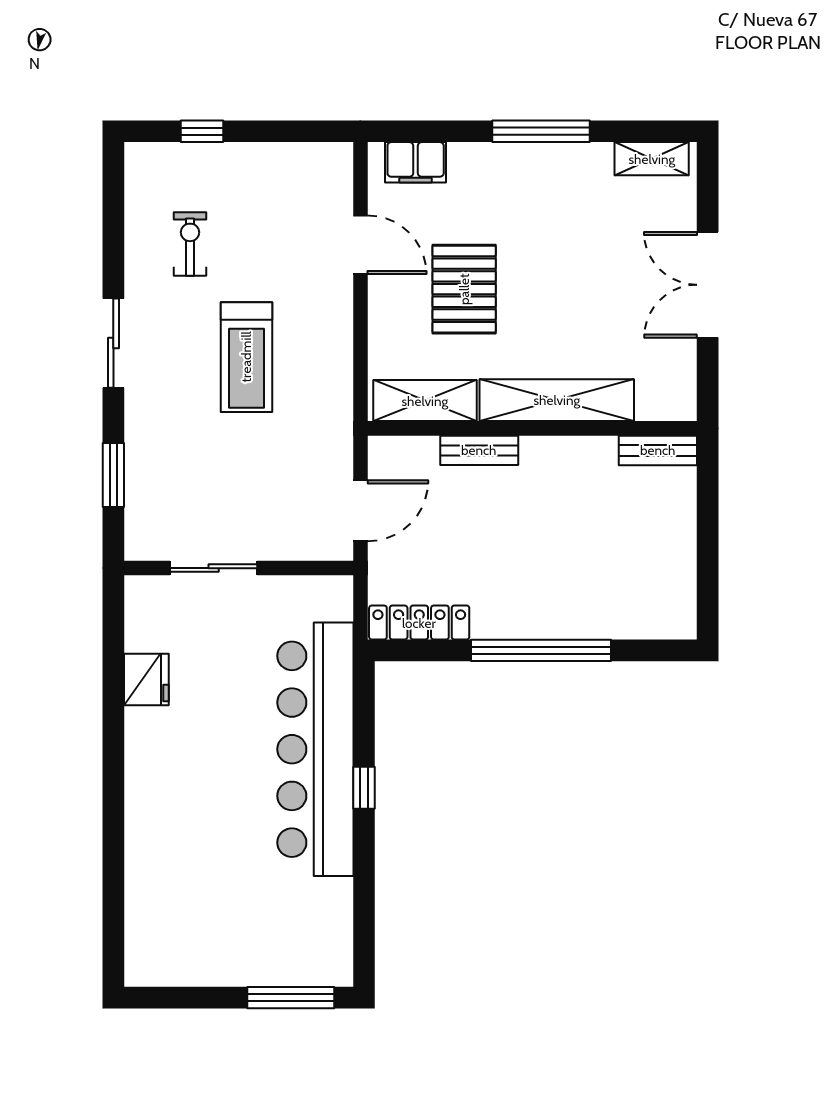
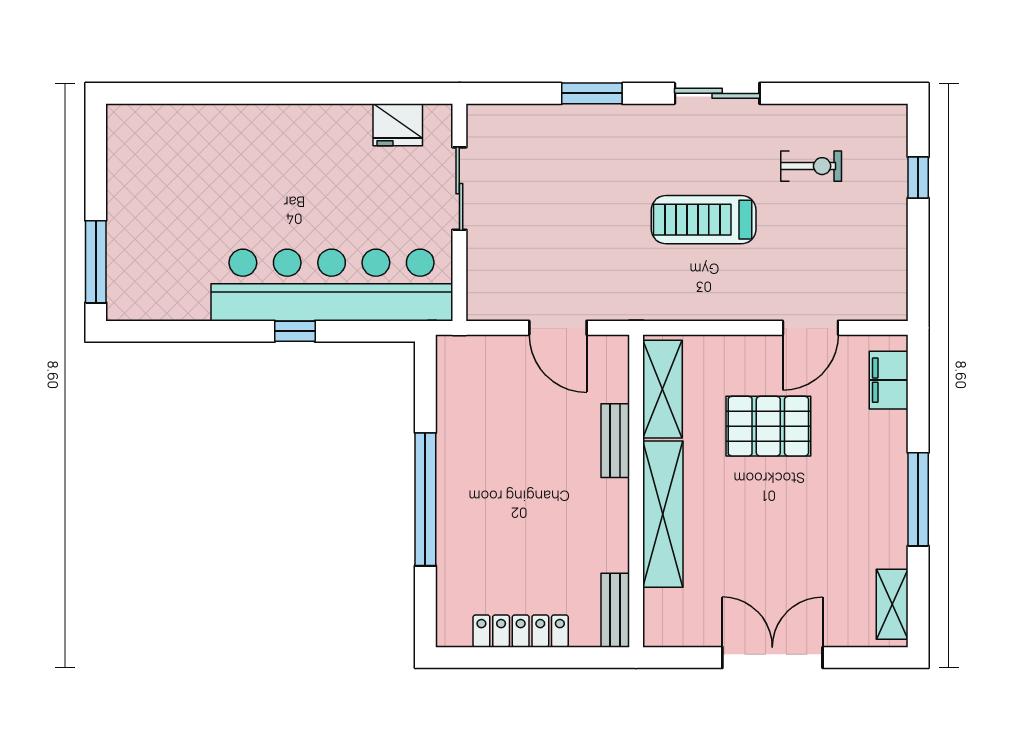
sliding door: (214, 568) -> (459, 189), moved
wall: (239, 568) -> (459, 212), moved
locker: (419, 623) -> (521, 631), moved, turned -90

